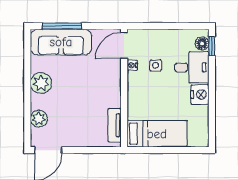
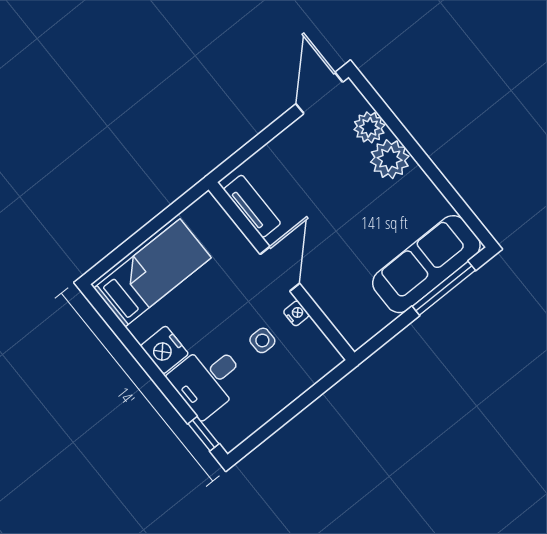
floor lamp: (202, 43) -> (221, 426), removed
door: (124, 46) -> (280, 269), moved
plant: (41, 83) -> (390, 159), moved
bed: (157, 134) -> (152, 273), moved, turned 180

